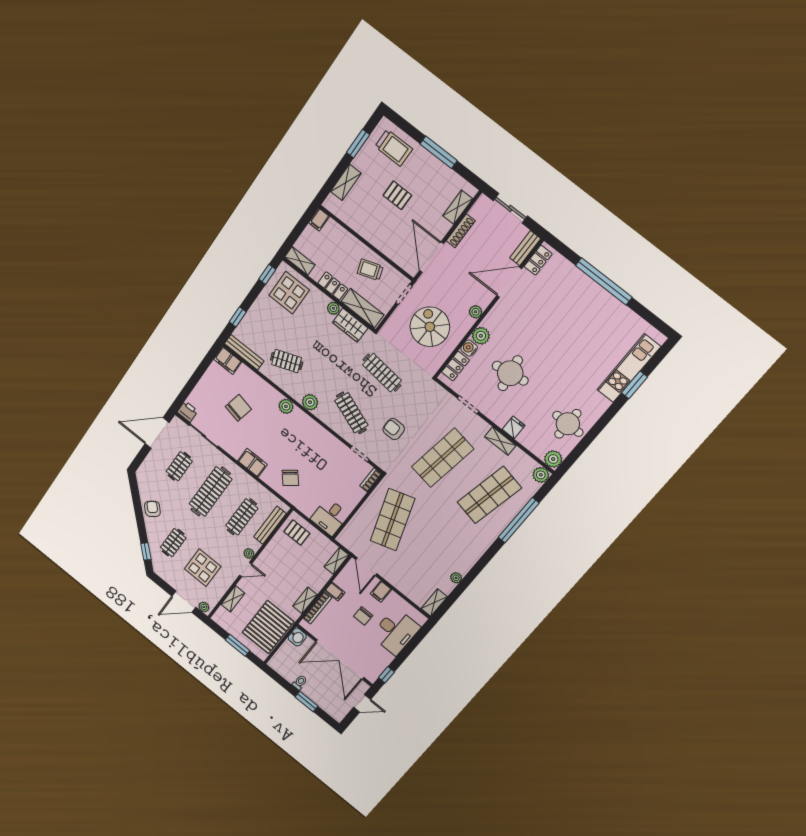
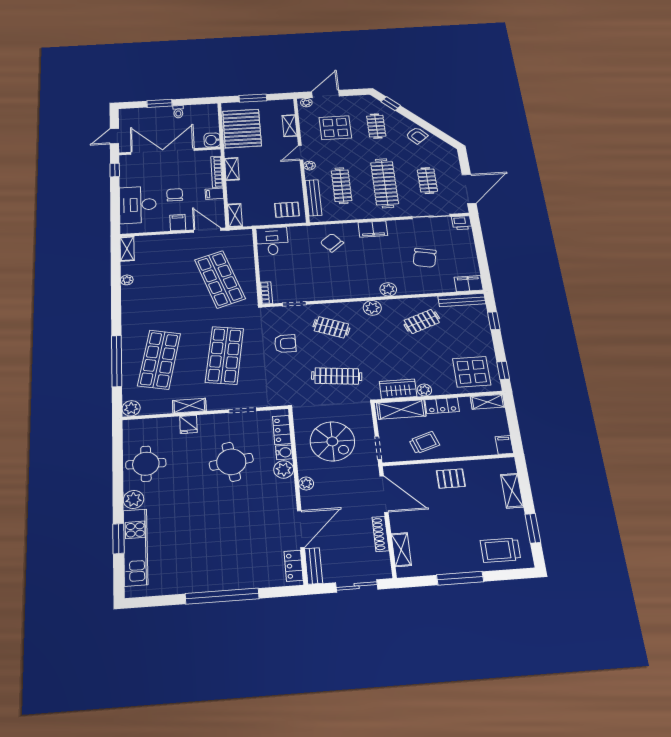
pallet: (397, 195) -> (451, 479), moved
clothes rail: (351, 413) -> (331, 327), width x0.73
plant: (553, 459) -> (133, 499), moved

